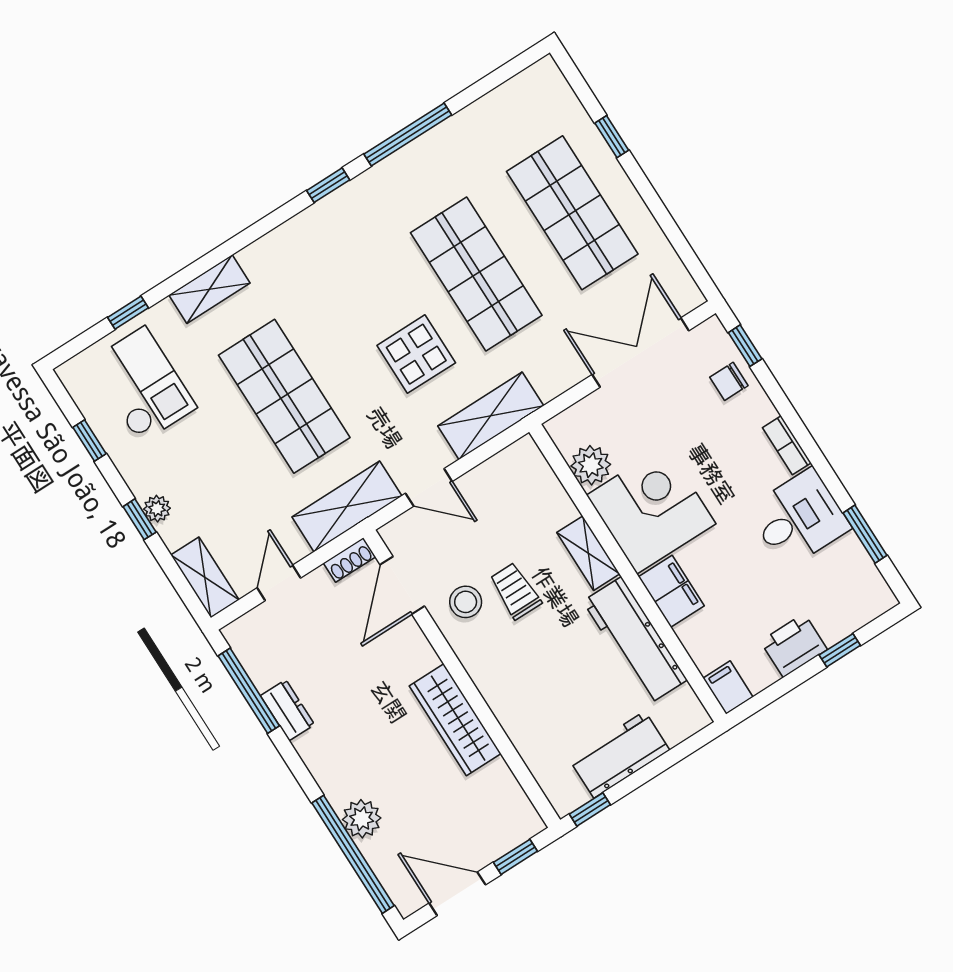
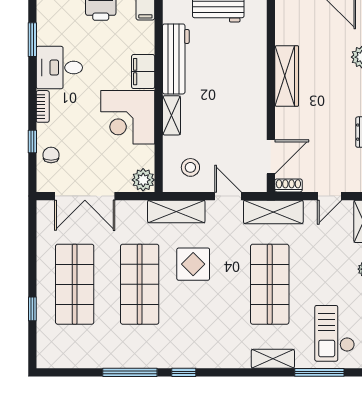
window: (128, 313) -> (319, 372), width x2.17
window: (745, 346) -> (32, 142), moved
chair: (729, 381) -> (51, 155), turned -90
plant: (591, 465) -> (143, 180), moved
trolley: (515, 591) -> (218, 120), removed
stool: (466, 602) -> (190, 167), moved

